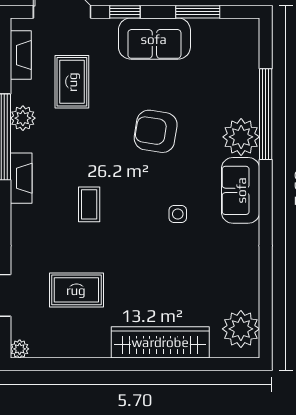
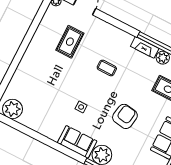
fireplace: (21, 178) -> (145, 47), moved
wardrobe: (160, 342) -> (25, 68), removed

